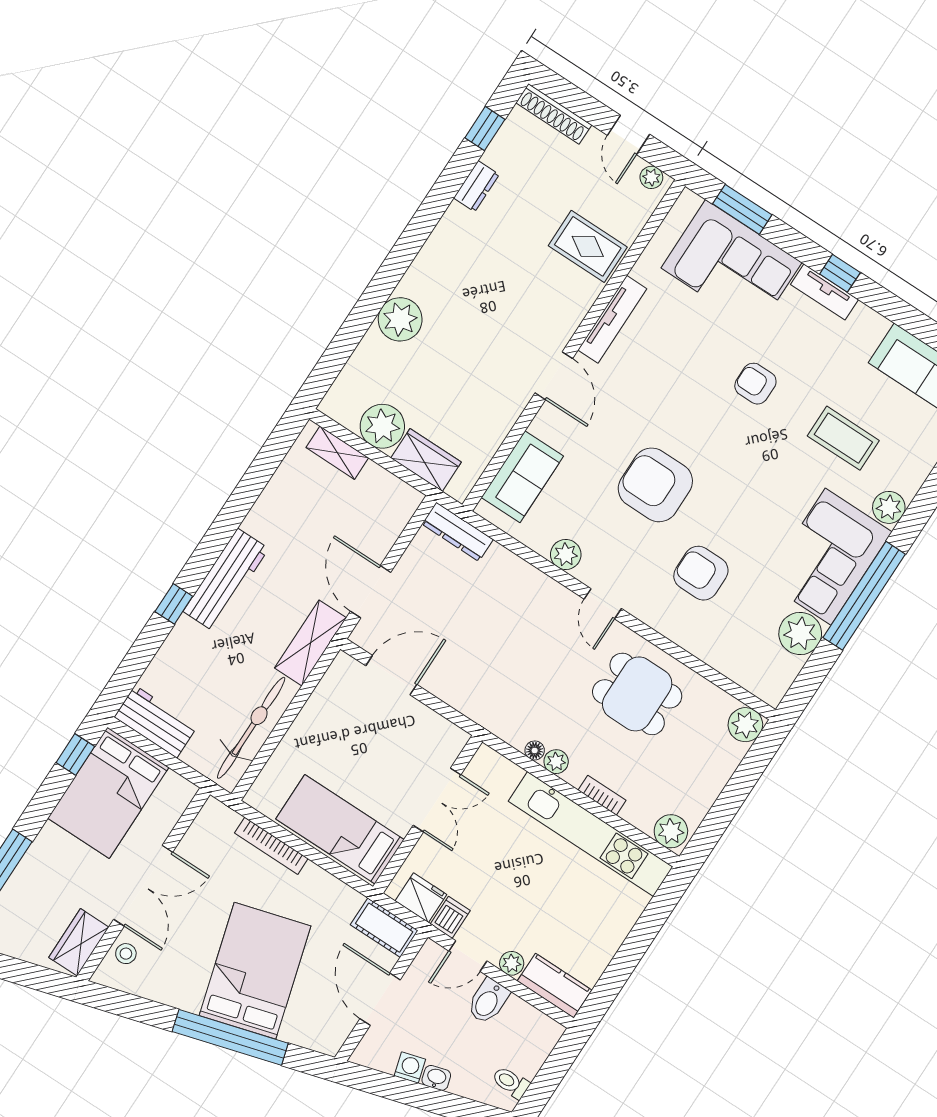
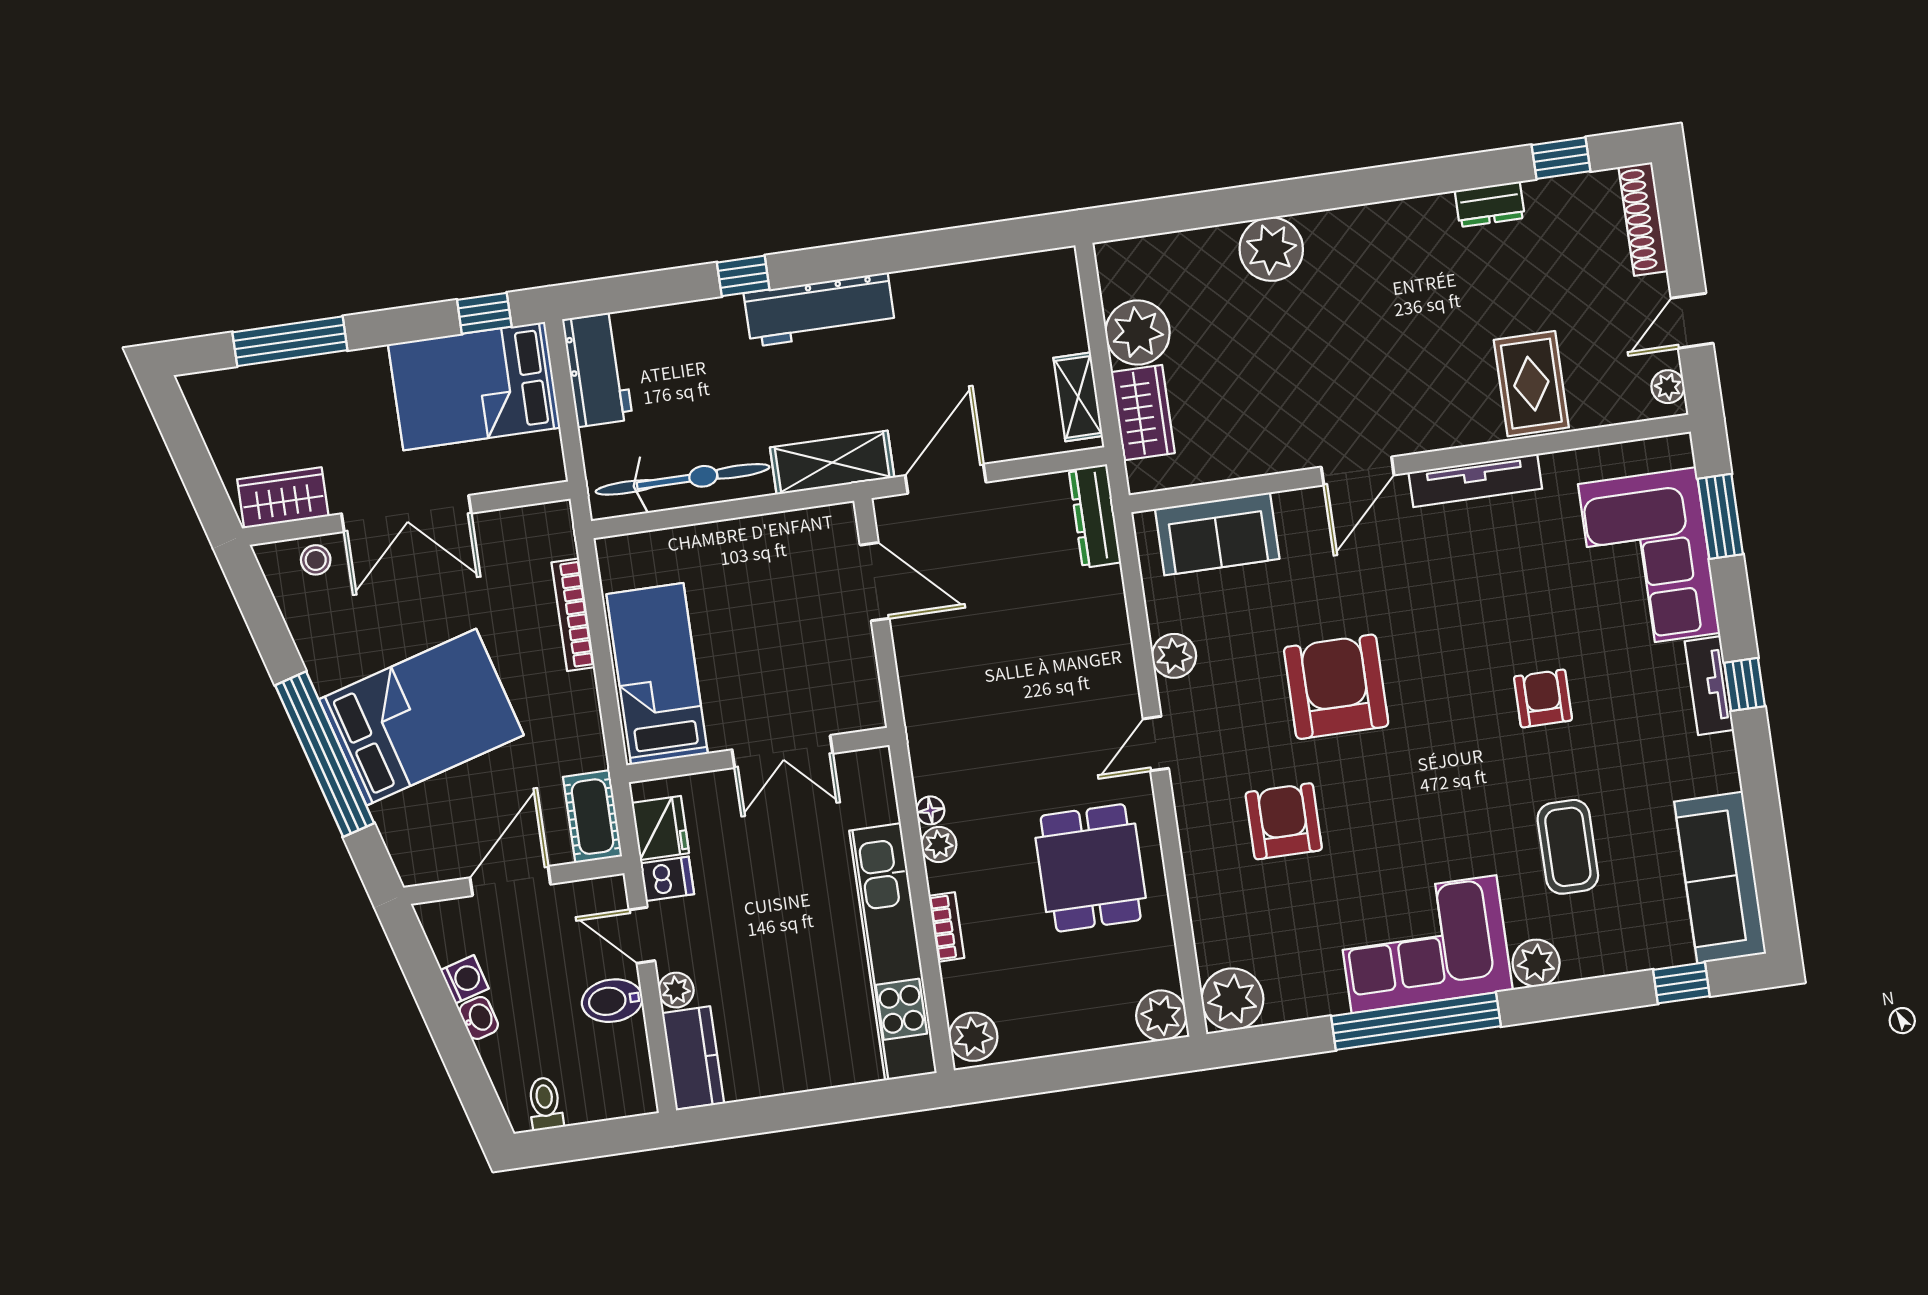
shelving: (337, 453) -> (1078, 397), moved
plant: (800, 633) -> (1232, 999), moved

